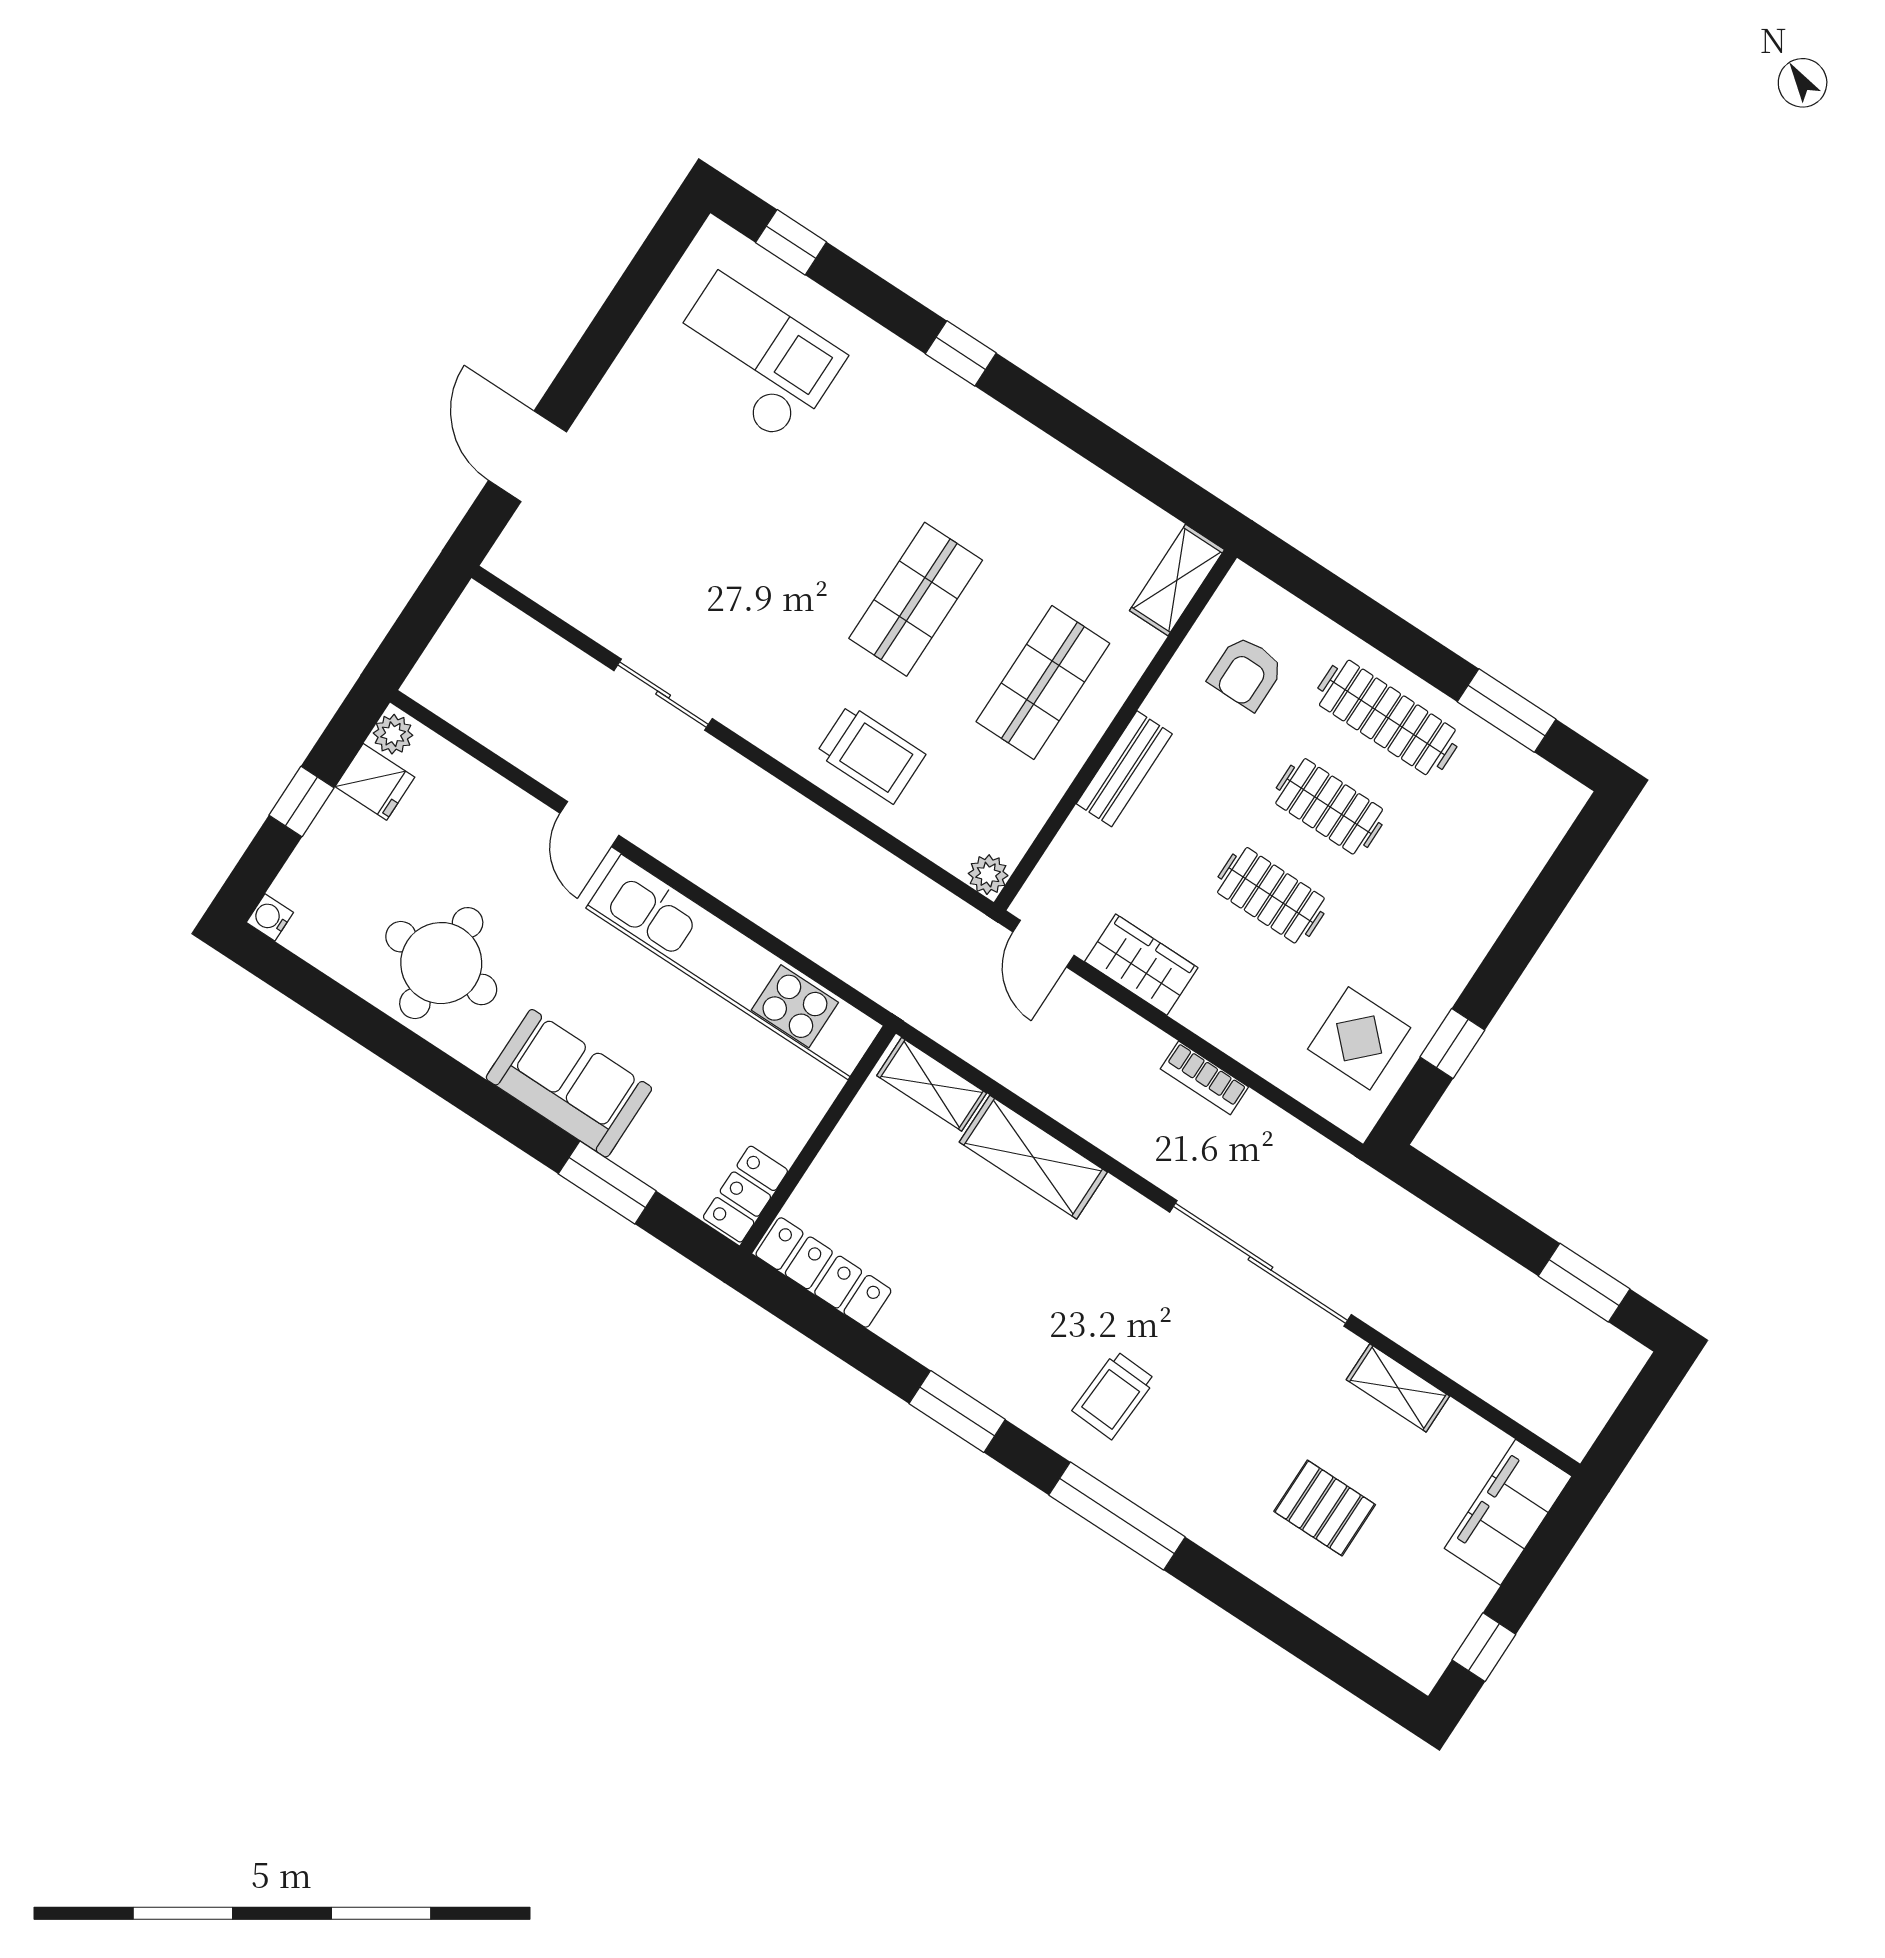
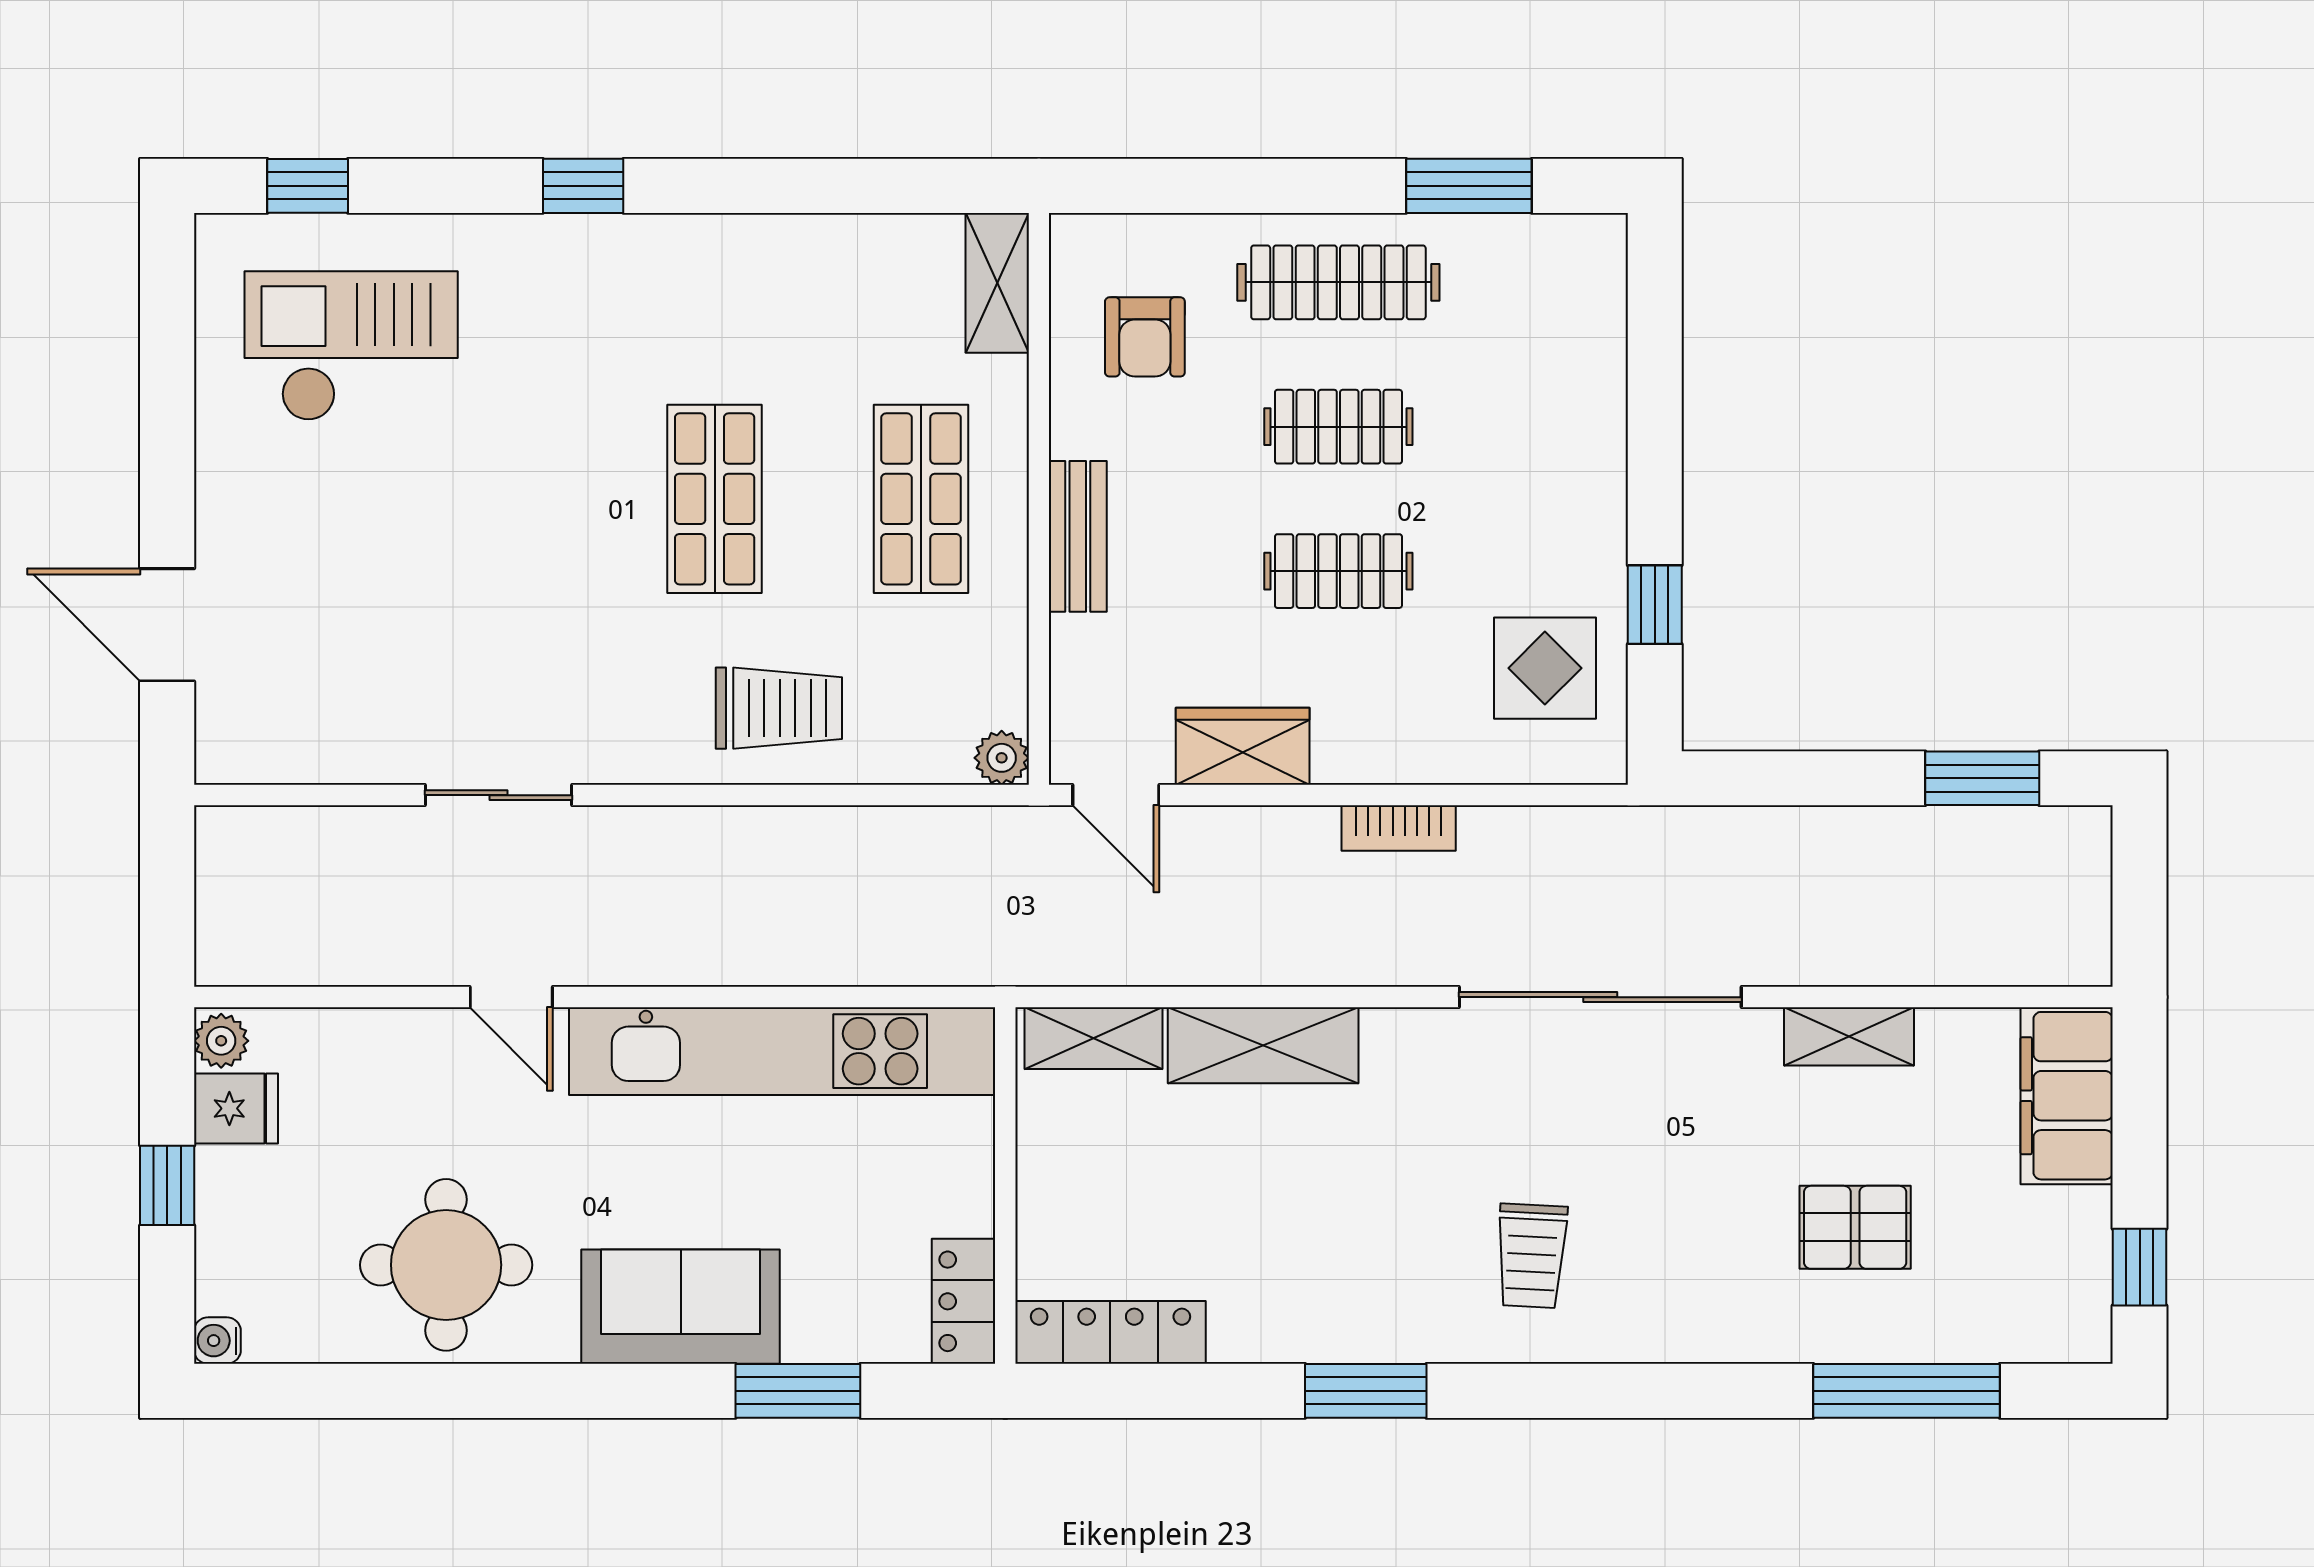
window: (1117, 1516) -> (1907, 1391), moved

